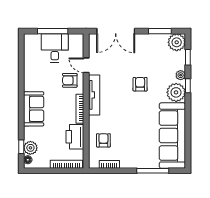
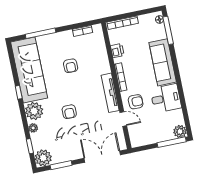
window: (53, 31) -> (172, 142), moved
desk: (55, 48) -> (166, 98), moved, turned -90
window: (188, 86) -> (19, 92), moved
sofa: (34, 109) -> (163, 62), width x1.36
printer: (75, 137) -> (117, 51), width x0.53, depth x0.68
armchair: (103, 140) -> (71, 66), moved
window: (21, 147) -> (168, 30), width x2.17
plant: (30, 148) -> (180, 131), moved

